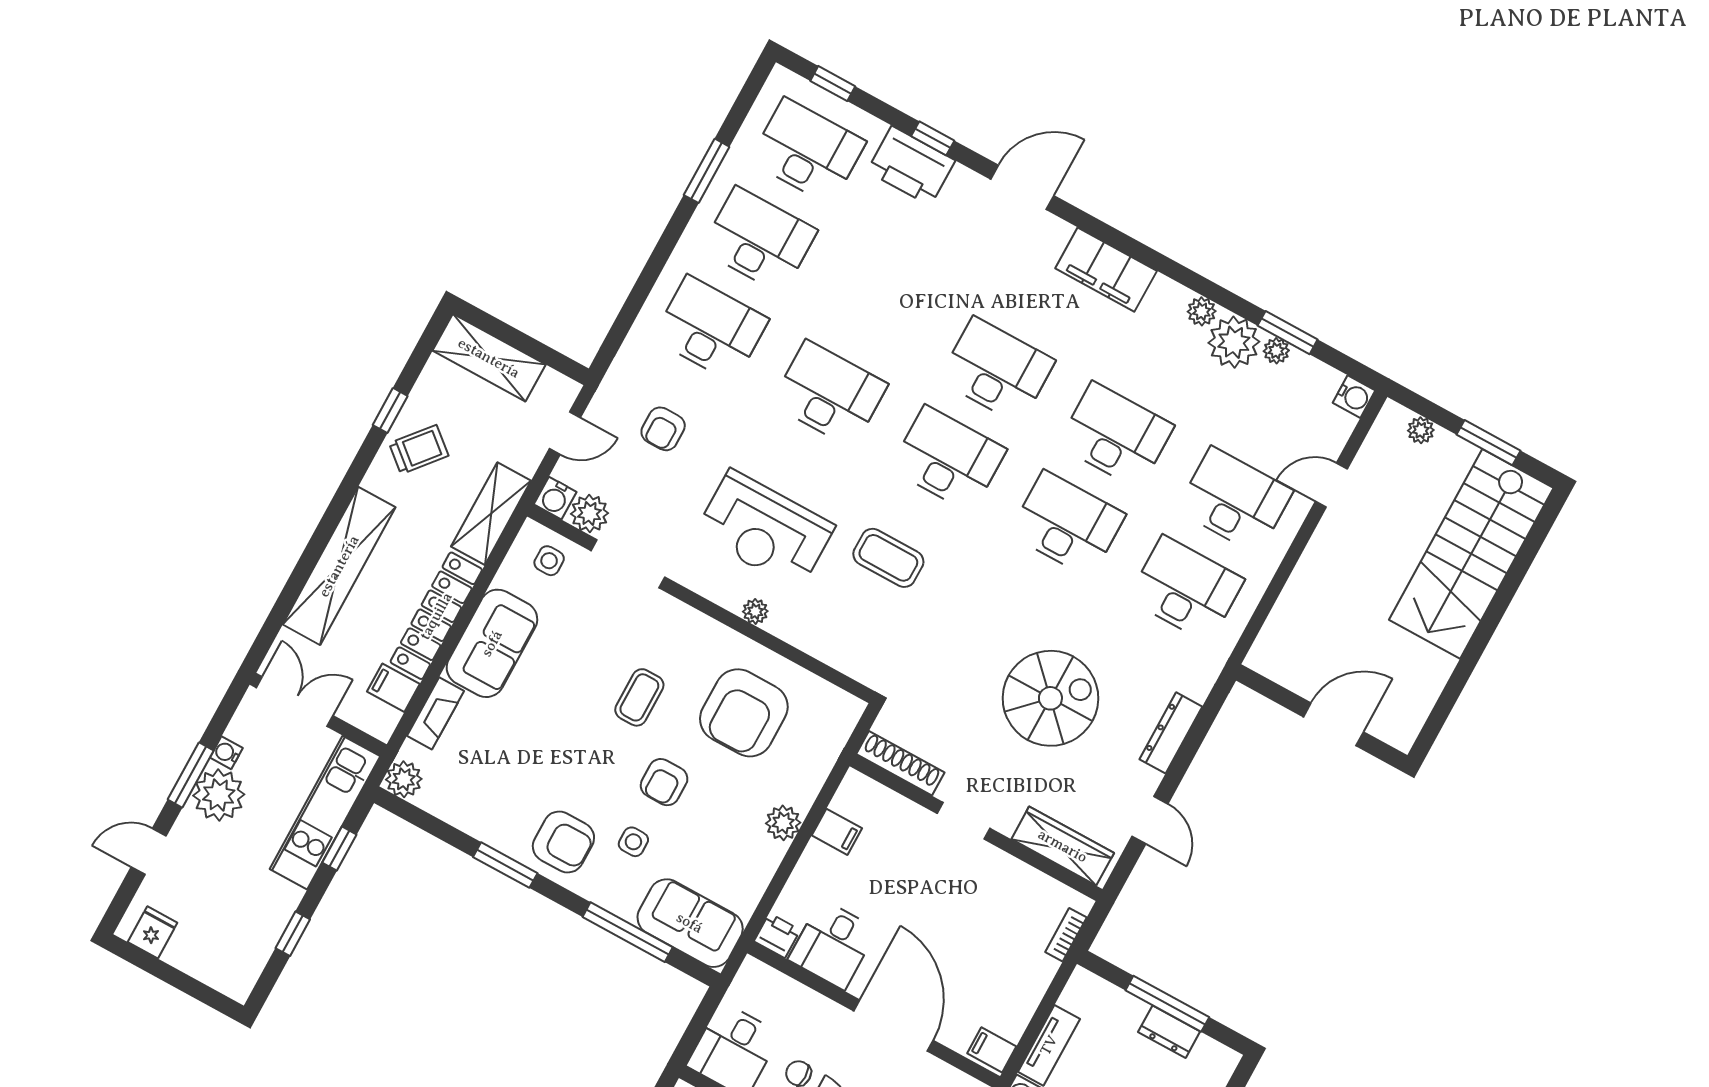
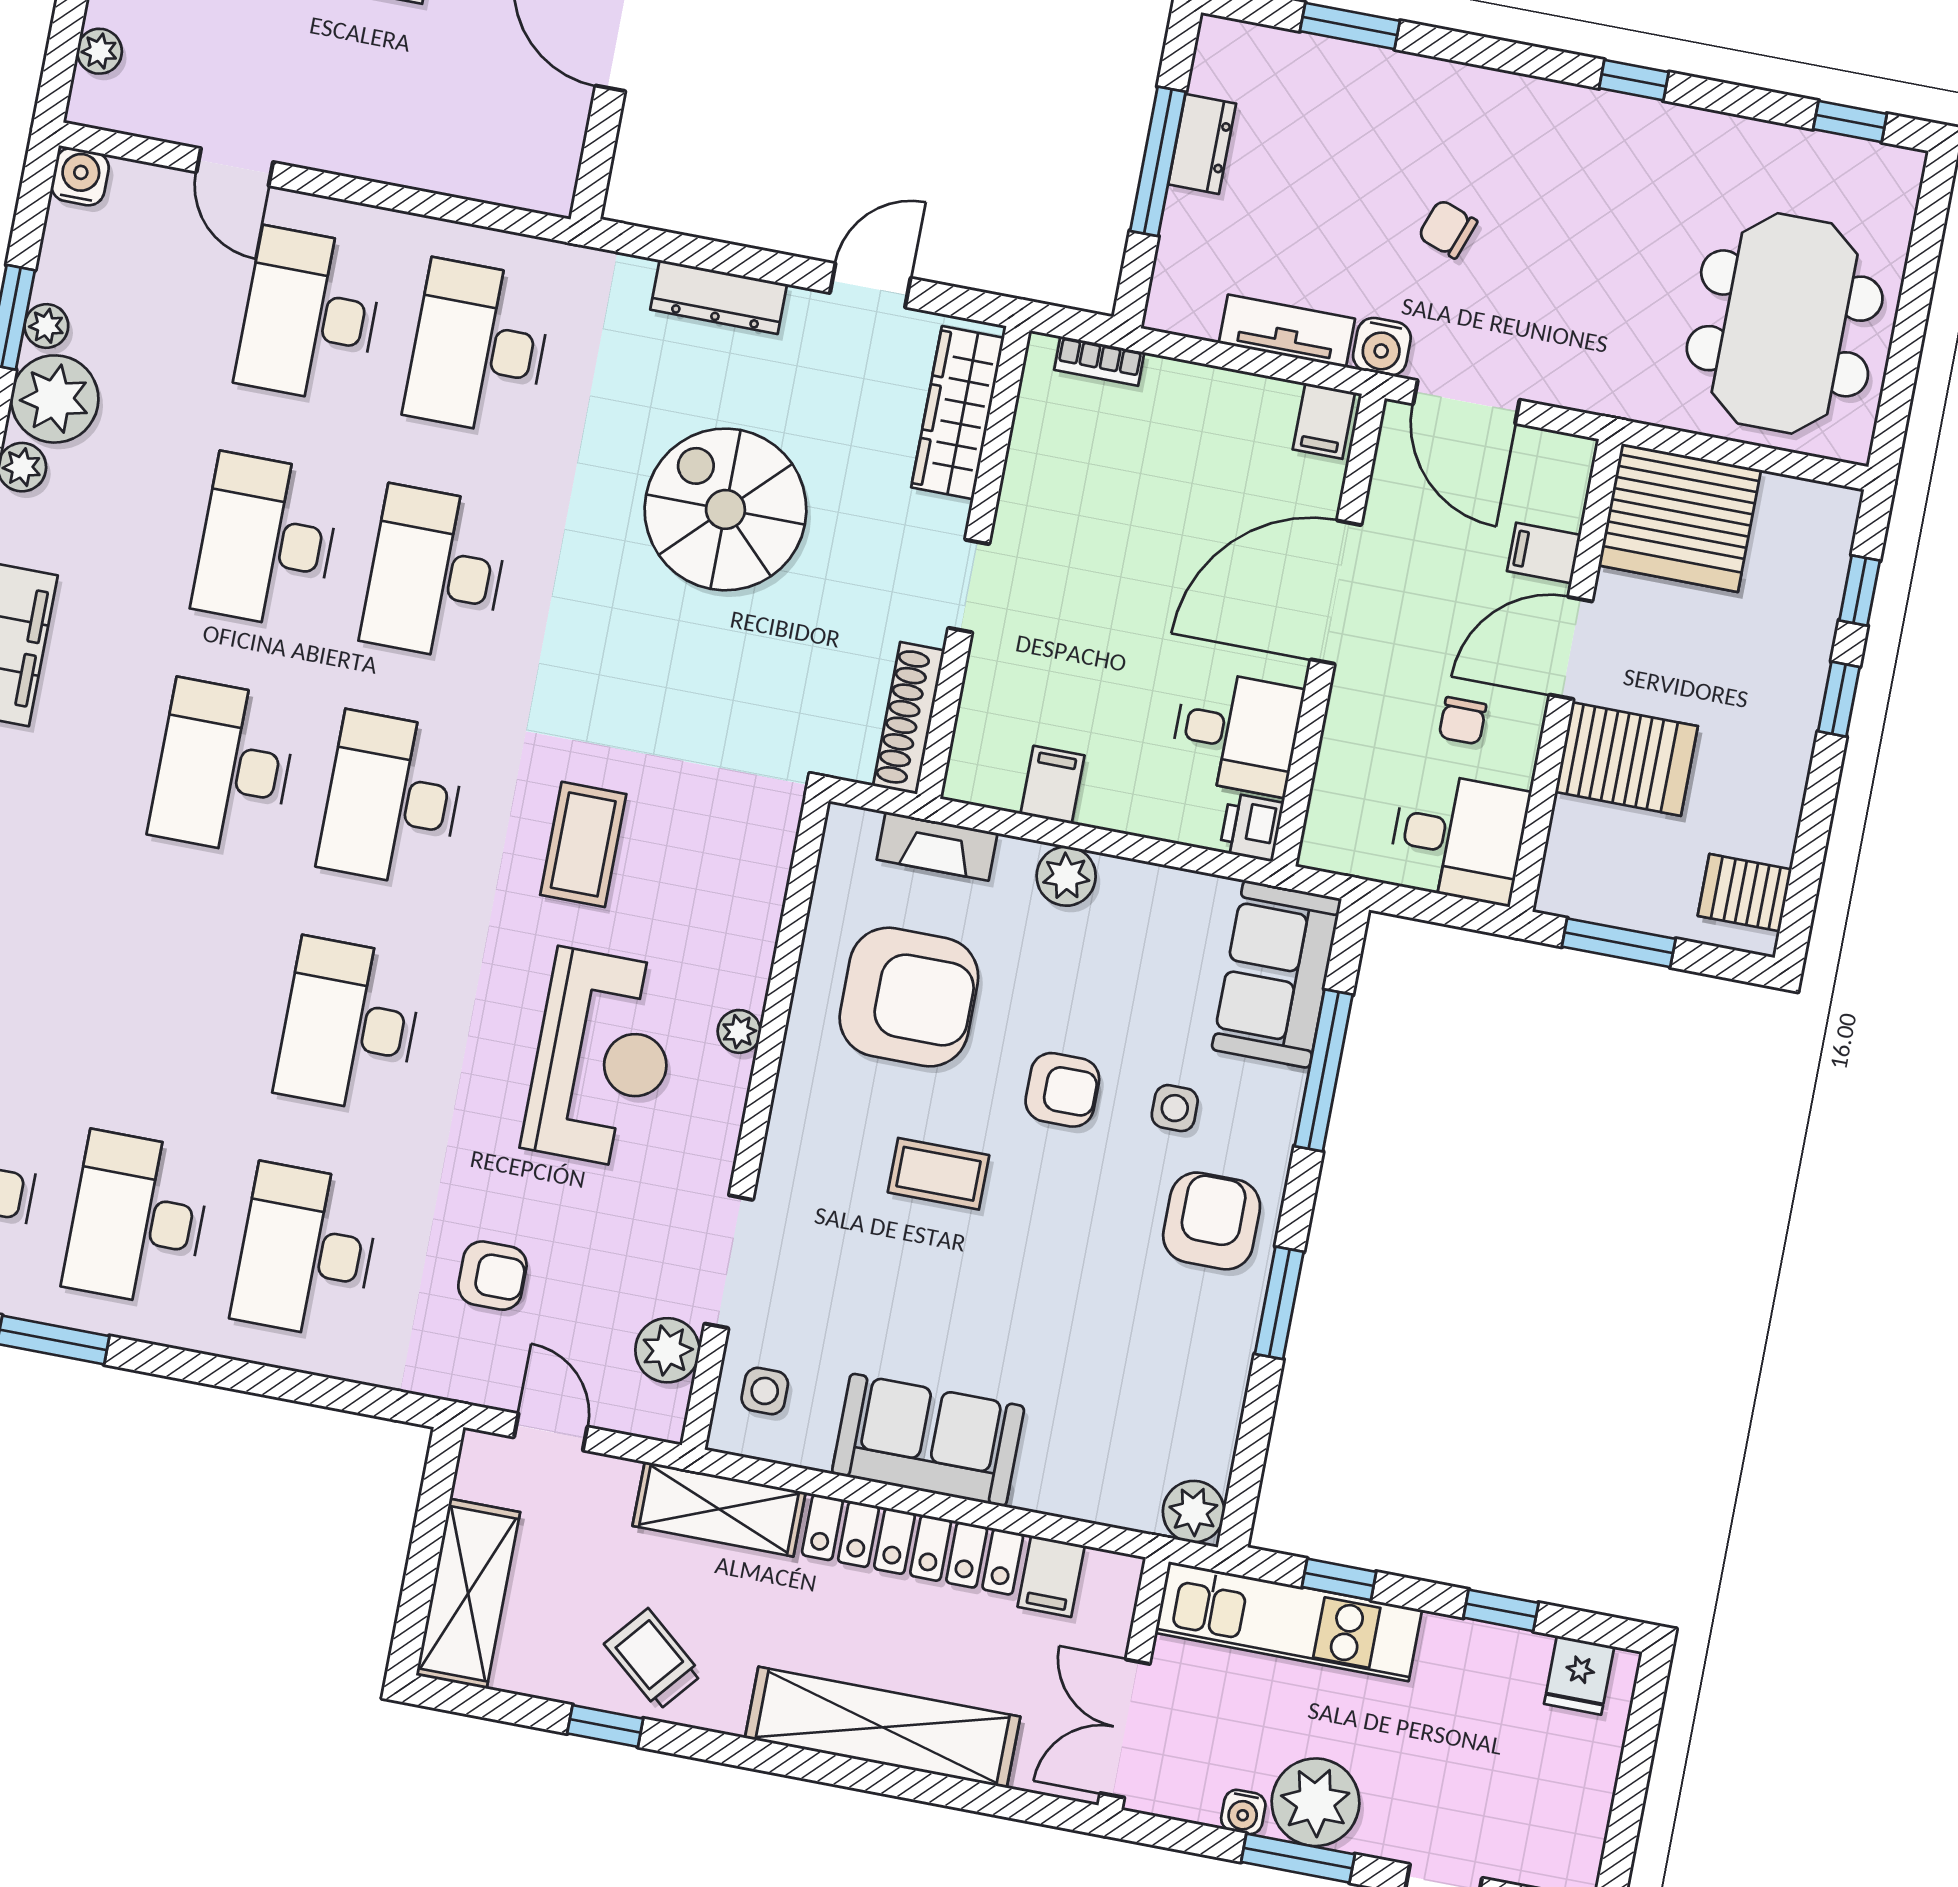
water cooler: (555, 498) -> (661, 1414), removed
fireplace: (436, 713) -> (937, 846), moved, turned 180
fridge: (153, 932) -> (1579, 1675), moved, turned -90

